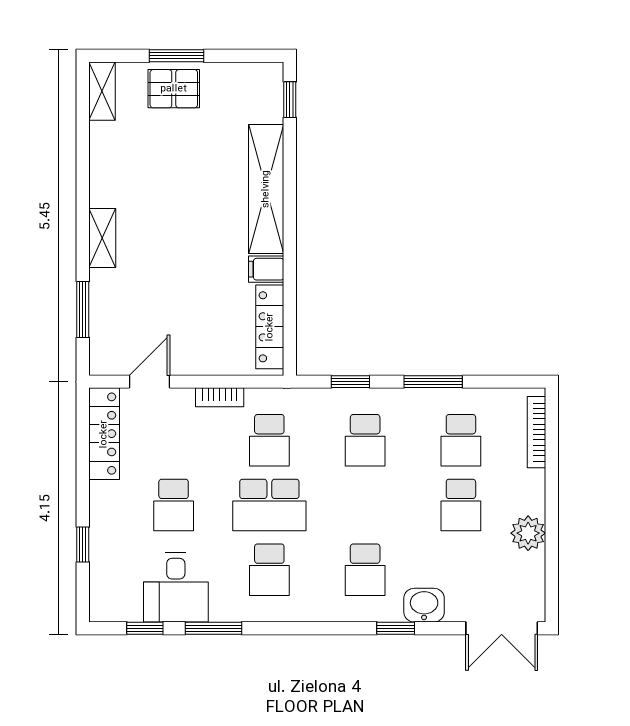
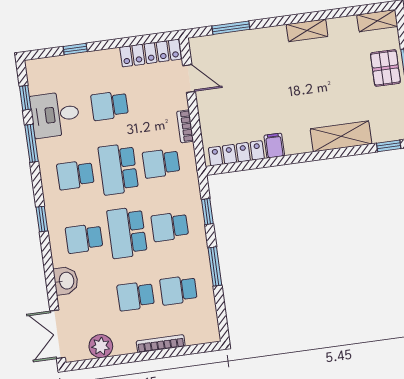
shelving: (266, 189) -> (341, 136), width x0.68
shelving: (102, 238) -> (307, 30), moved
bookcase: (536, 432) -> (161, 344), moved
school desk: (365, 505) -> (127, 233), added
plant: (528, 533) -> (101, 346), moved
window: (396, 628) -> (42, 219), moved

